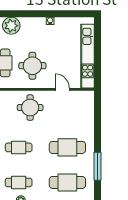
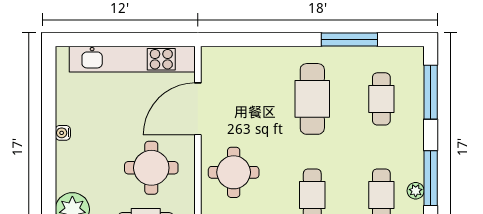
door: (62, 89) -> (198, 109), width x1.87
cafe table: (67, 182) -> (381, 99), width x0.73, depth x0.74

